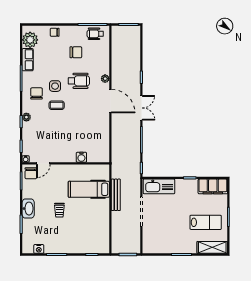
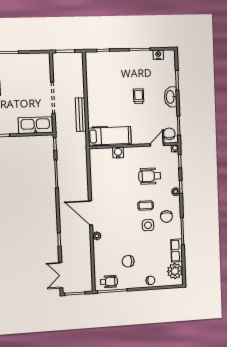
wheelchair: (79, 81) -> (150, 176), moved
double door: (141, 108) -> (61, 275), moved
hospital bed: (89, 189) -> (110, 136), moved

